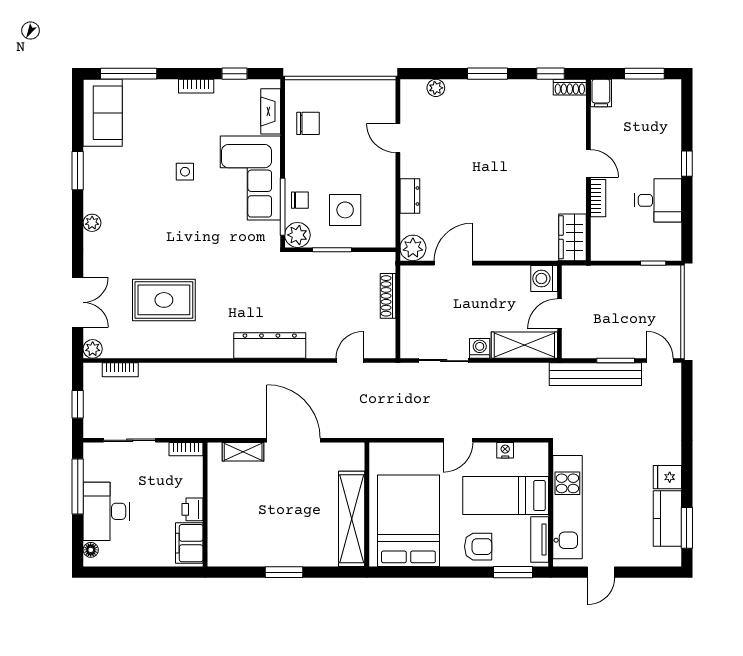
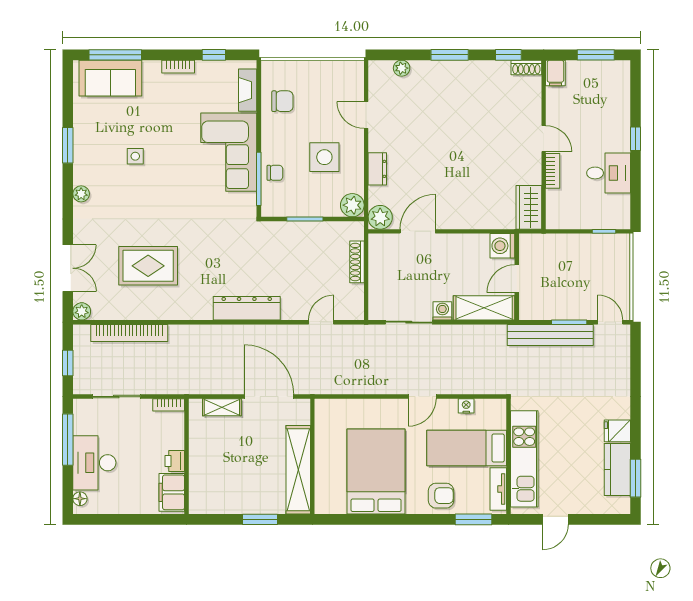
sofa: (103, 113) -> (110, 78), moved, turned 90
side table: (185, 172) -> (135, 156), moved
side table: (345, 210) -> (324, 157), moved
plant: (297, 235) -> (352, 205), moved
bookcase: (120, 370) -> (129, 333), width x2.31, depth x1.31
wall: (367, 504) -> (312, 456), moved
shelving: (352, 519) -> (298, 470), moved

